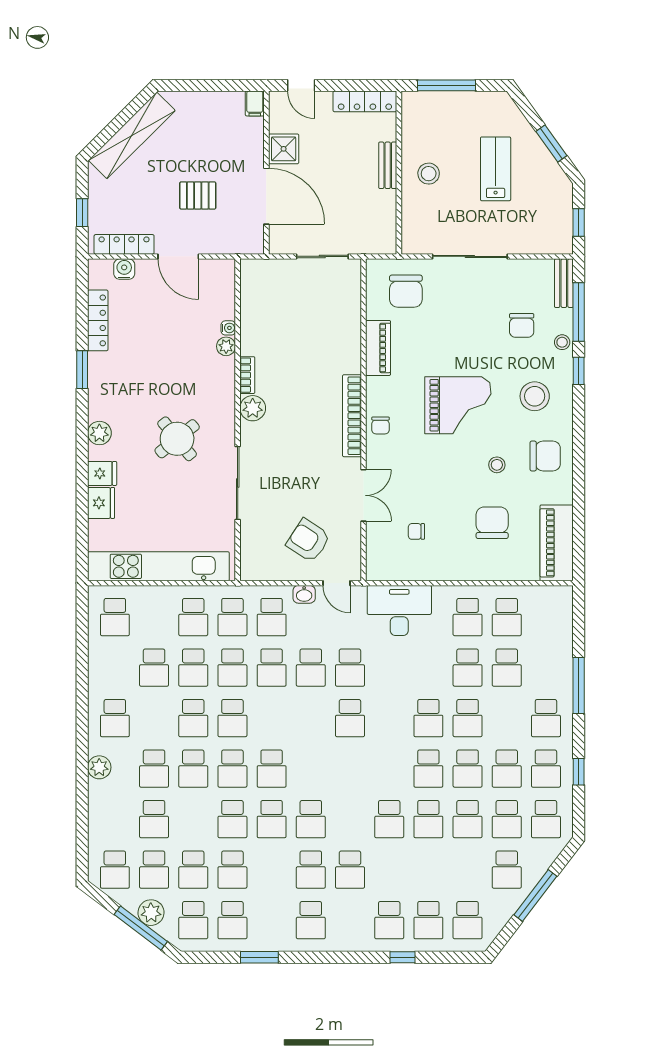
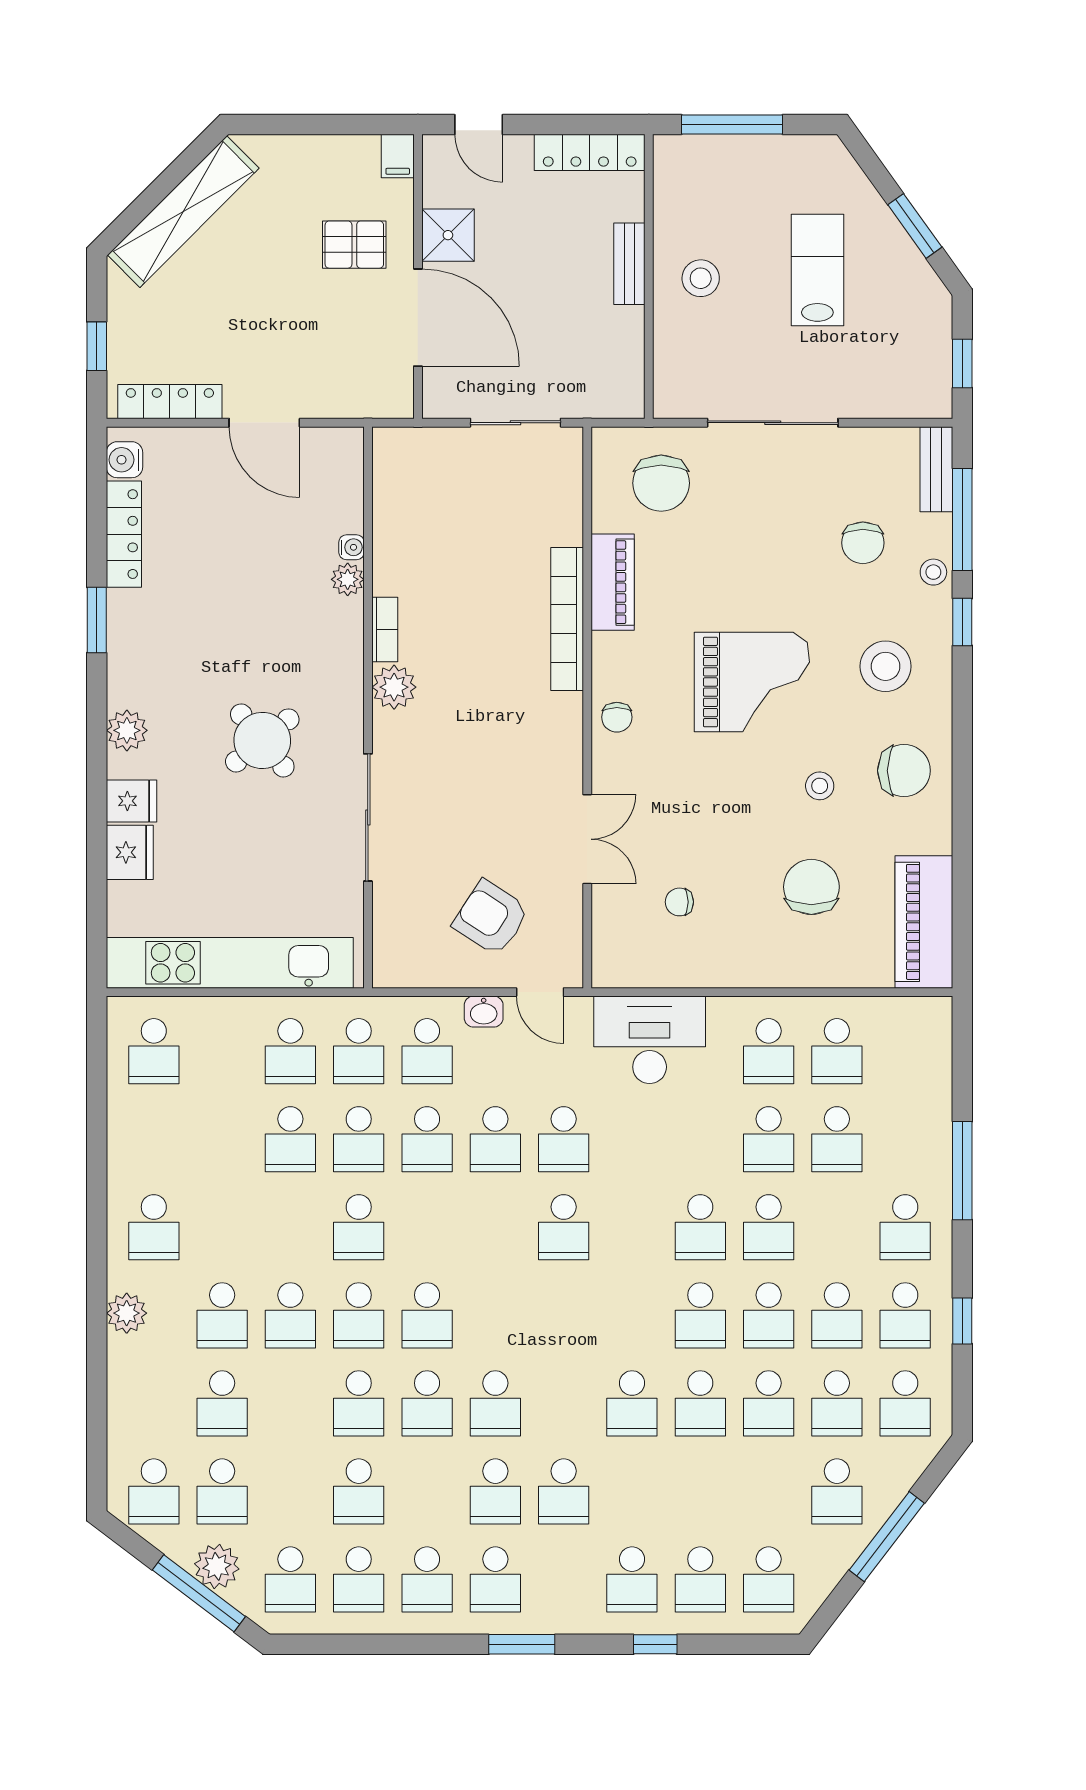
pallet: (198, 195) -> (354, 245), moved
water cooler: (124, 269) -> (124, 460), moved, turned -90
bookcase: (352, 416) -> (567, 619), moved
school desk: (154, 668) -> (222, 1139), removed
school desk: (193, 718) -> (290, 1227), removed
school desk: (193, 870) -> (427, 1579), moved
window: (259, 957) -> (522, 1644), moved

